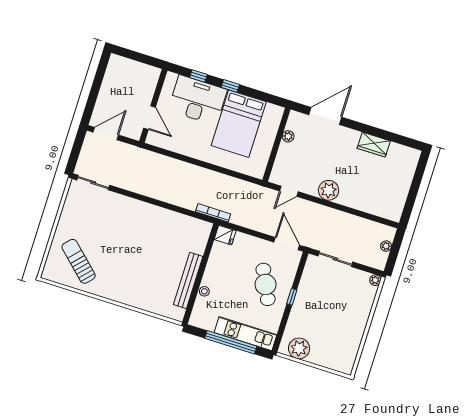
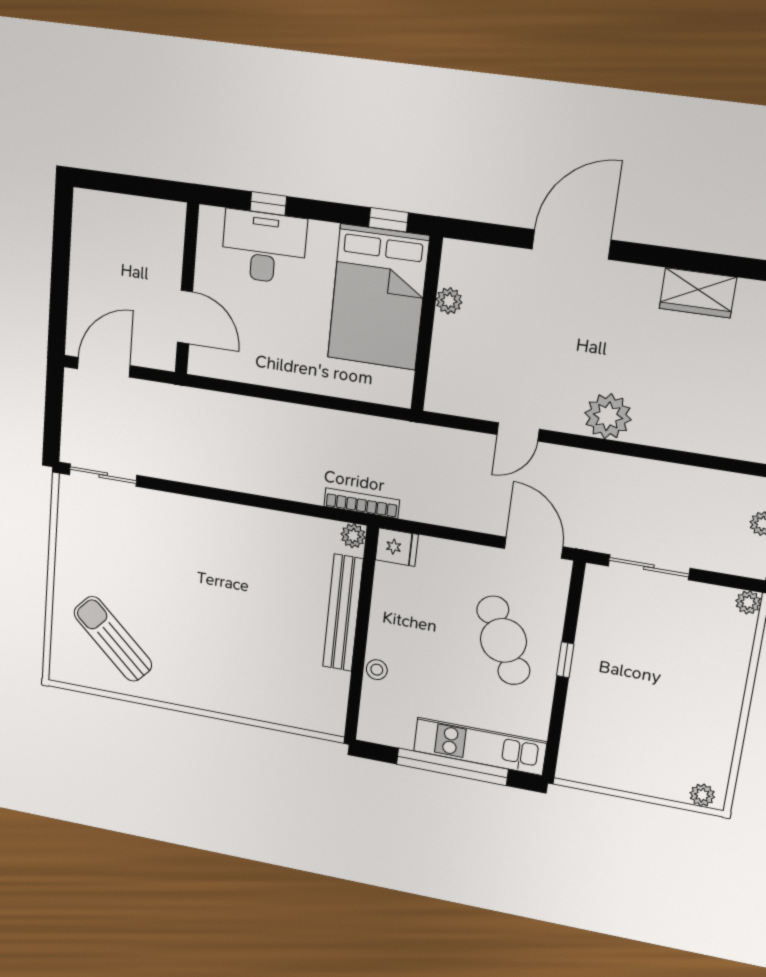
window: (230, 86) -> (388, 220), moved
desk: (198, 100) -> (264, 247), width x0.73, depth x0.77
plant: (288, 136) -> (449, 301), moved
wall: (276, 145) -> (427, 324), moved
plant: (206, 227) -> (353, 536), added
bench: (188, 281) -> (343, 613), moved
plant: (299, 348) -> (702, 795), moved, width x0.53, depth x0.53

